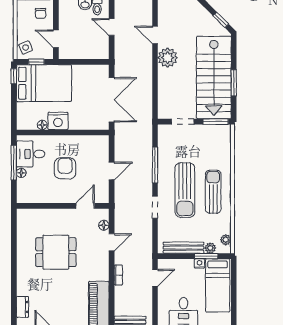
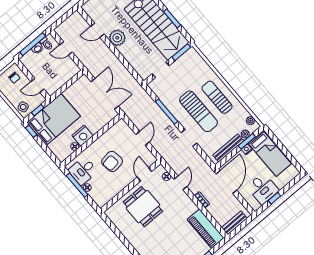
armchair: (65, 168) -> (112, 161), turned -98
dining table: (56, 252) -> (143, 207), moved, turned 90
door: (155, 278) -> (226, 182), width x1.87

